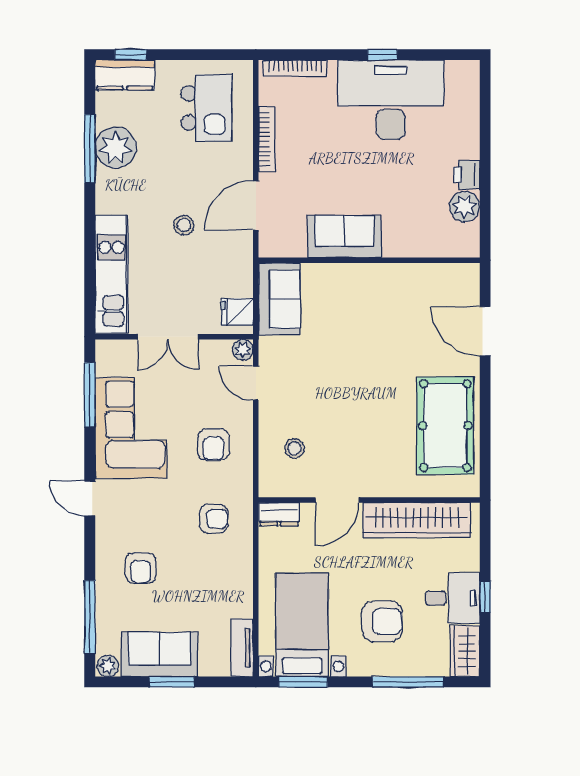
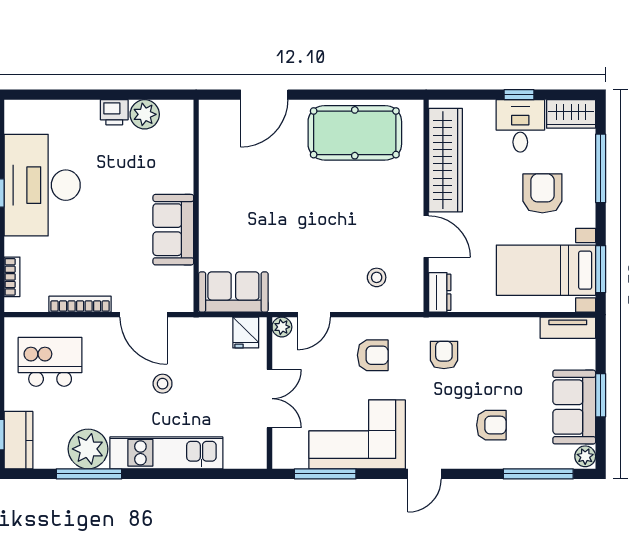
bookcase: (295, 68) -> (12, 277), width x0.64
kitchen unit: (112, 274) -> (166, 453), moved

